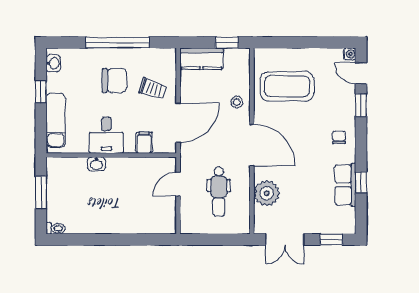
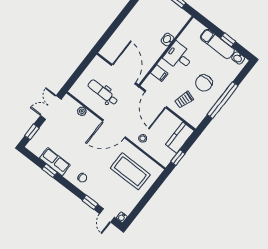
door: (361, 73) -> (107, 215), swing flipped
coffee table: (287, 86) -> (130, 171), turned 90
exam couch: (56, 120) -> (217, 44), moved
door: (178, 184) -> (123, 74), width x1.87
plant: (267, 193) -> (82, 111), width x0.53, depth x0.53

